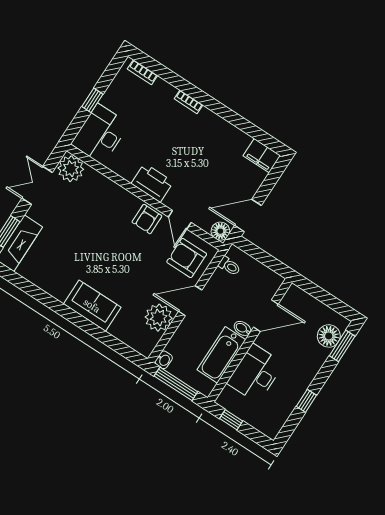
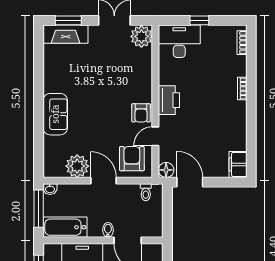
armchair: (147, 219) -> (141, 113), turned -90
bathtub: (221, 355) -> (65, 227), moved

